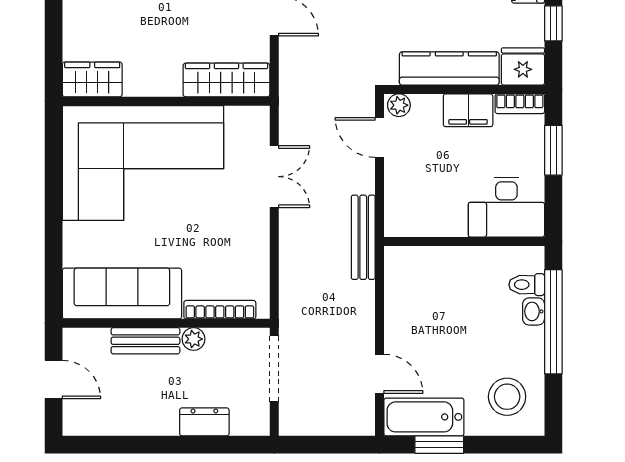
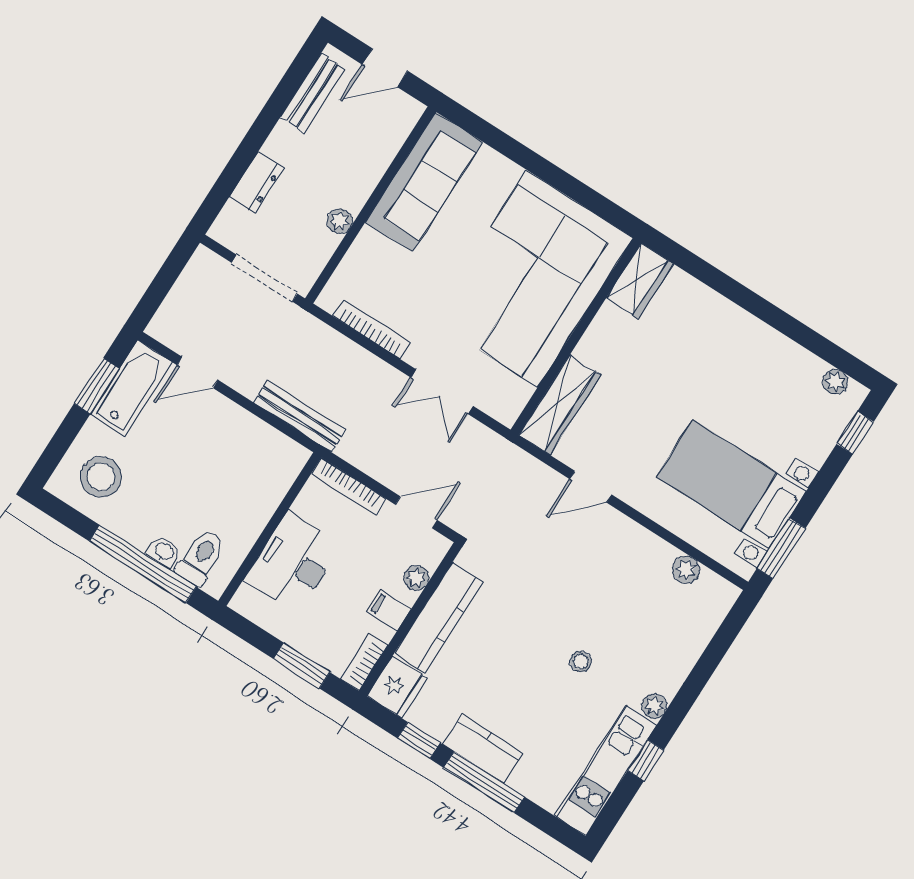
plant: (399, 105) -> (416, 578), moved
filing cabinet: (468, 110) -> (389, 610), width x0.50
bookcase: (393, 202) -> (348, 486), added
desk: (506, 207) -> (293, 563), moved
bench: (363, 237) -> (299, 416), moved
toilet: (527, 285) -> (201, 558), width x1.37, depth x1.39
bookcase: (220, 310) -> (372, 329), moved, turned -90
bench: (145, 341) -> (313, 93), moved

